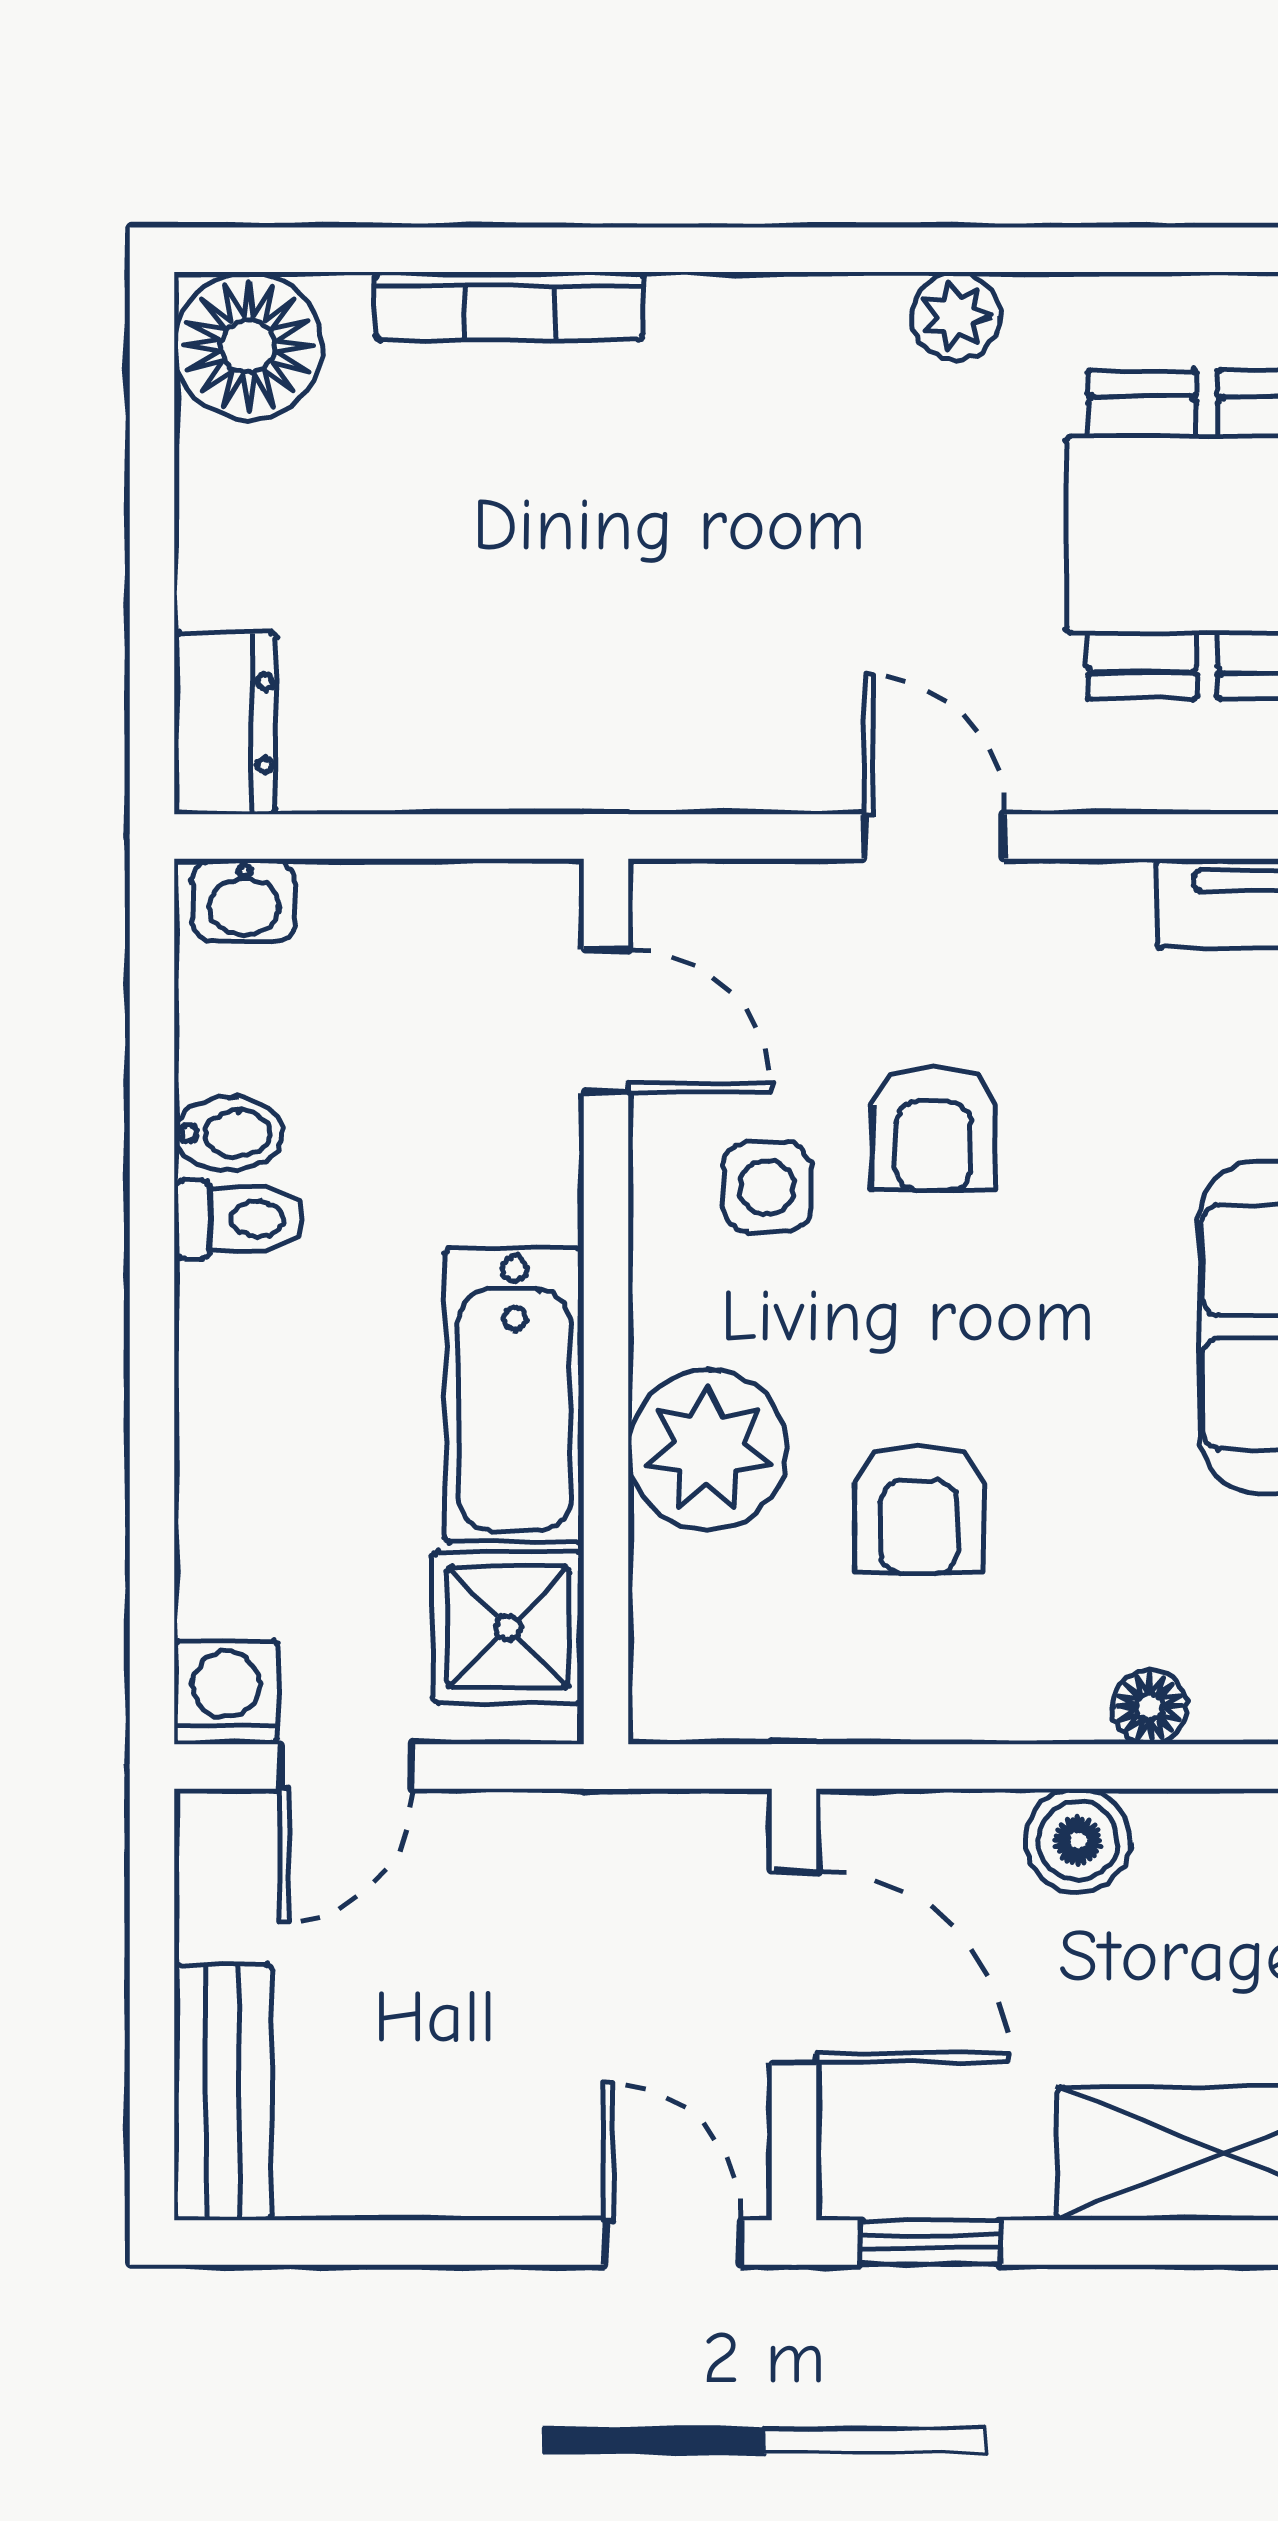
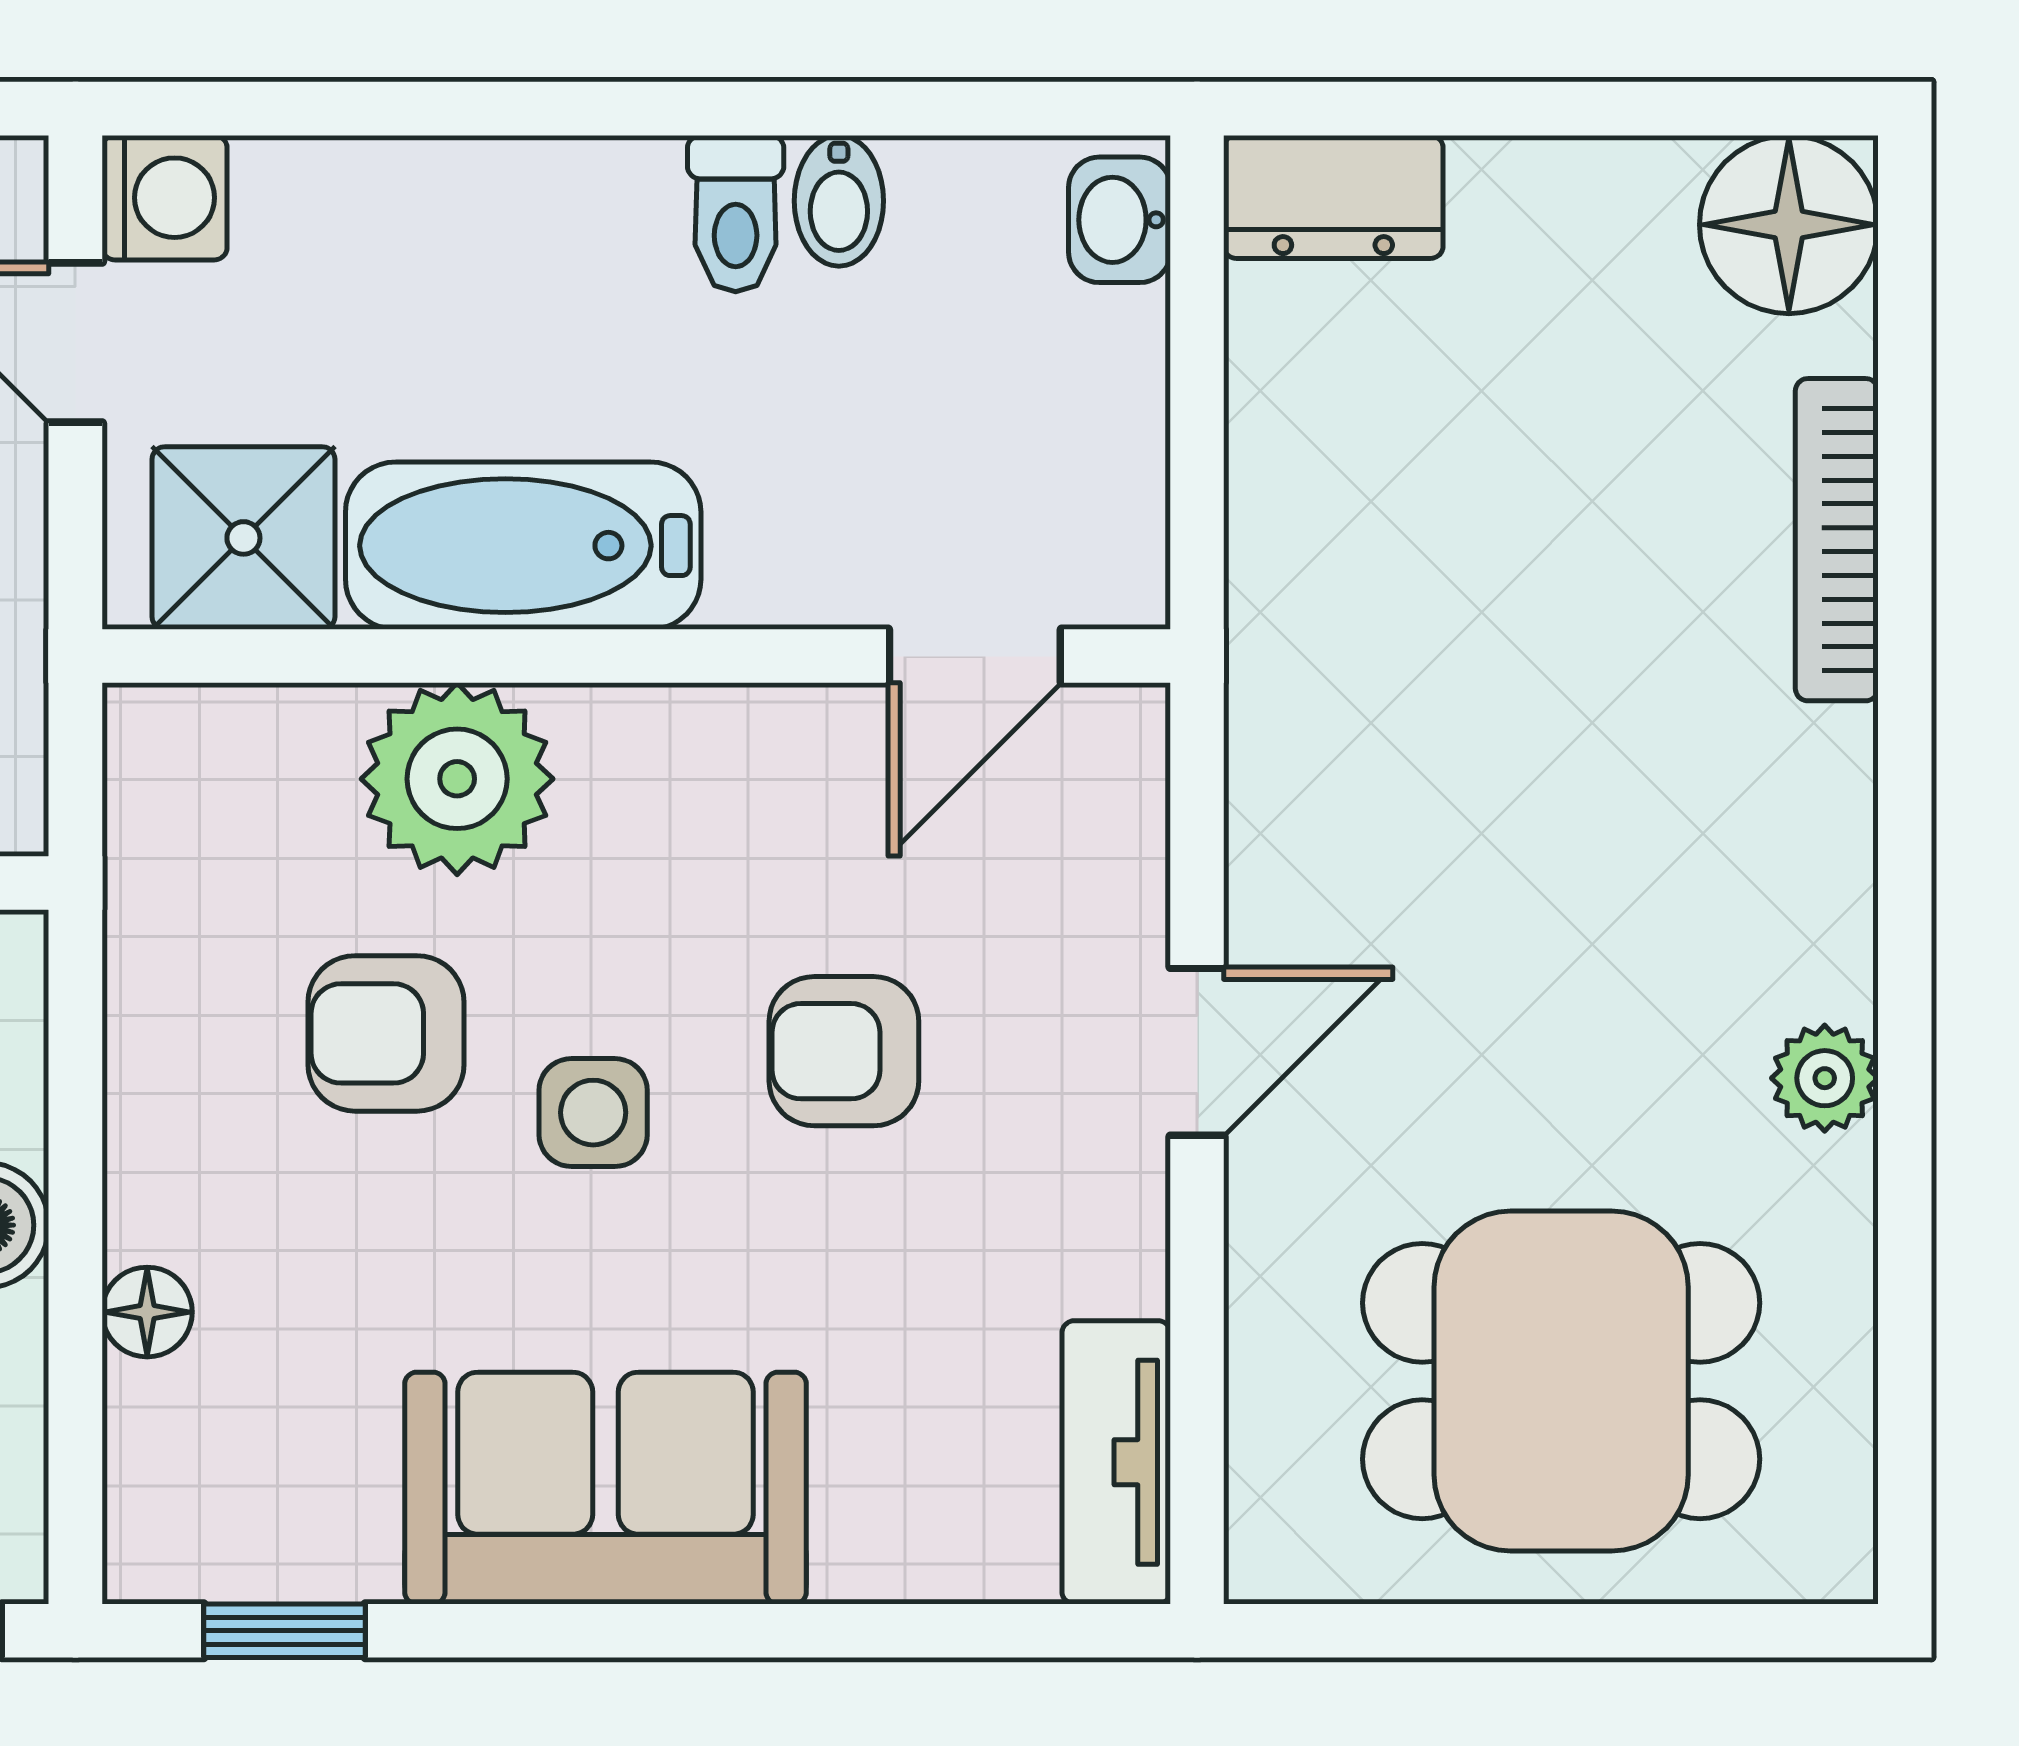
side table: (767, 1187) -> (593, 1113), moved

